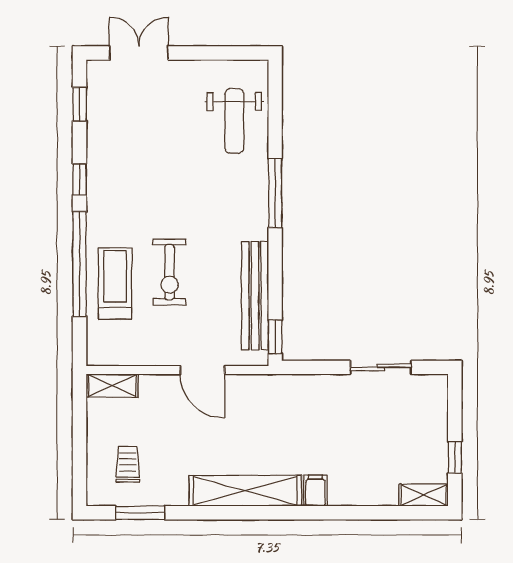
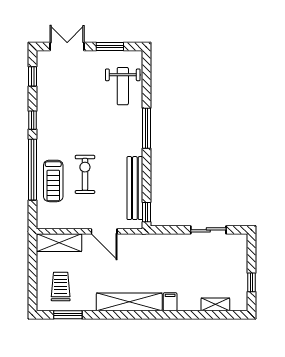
window: (212, 53) -> (110, 46), added
exercise bike: (169, 272) -> (85, 174), turned 180
treadmill: (115, 283) -> (53, 181), turned 180
shelving: (112, 386) -> (59, 243), width x1.50, depth x1.33
trolley: (128, 464) -> (61, 286), width x1.36, depth x1.39
shelving: (424, 495) -> (215, 304), moved

